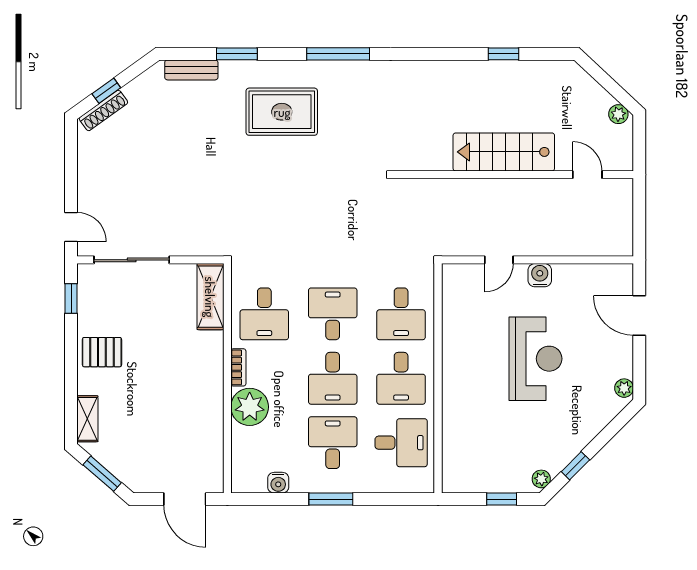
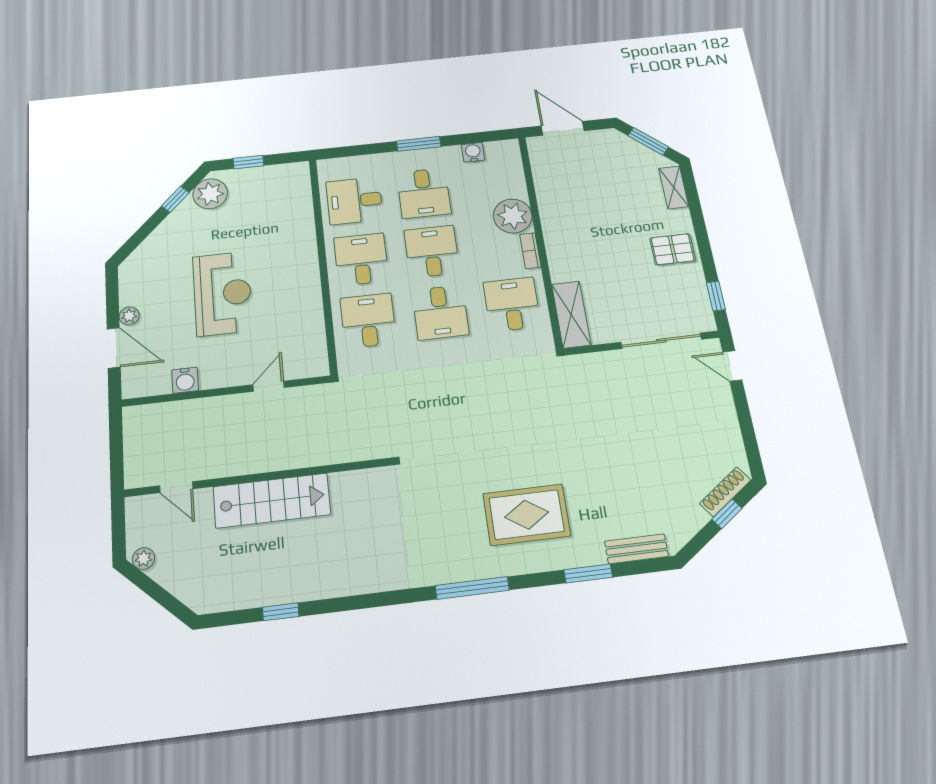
water cooler: (540, 275) -> (185, 380), moved
reception desk: (535, 359) -> (222, 293), turned 180
plant: (624, 388) -> (129, 316), moved
plant: (541, 479) -> (210, 194), width x1.88, depth x1.88

